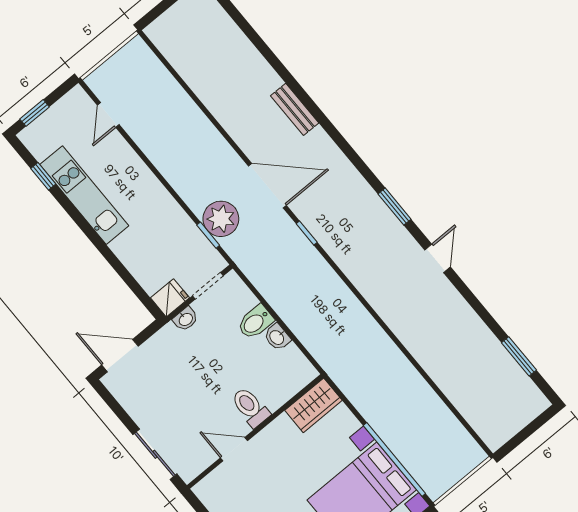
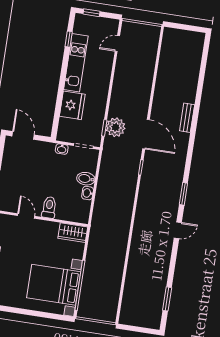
fridge: (170, 298) -> (72, 105), moved, width x1.88, depth x1.34

